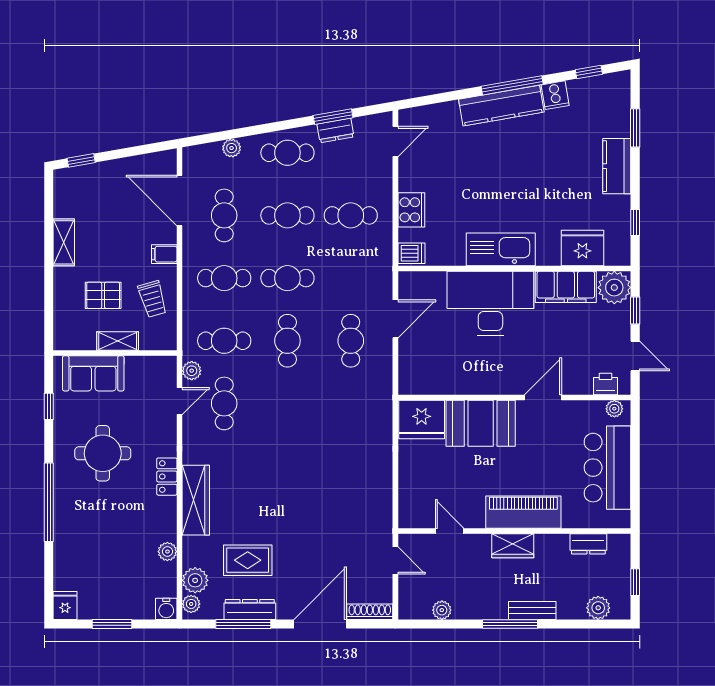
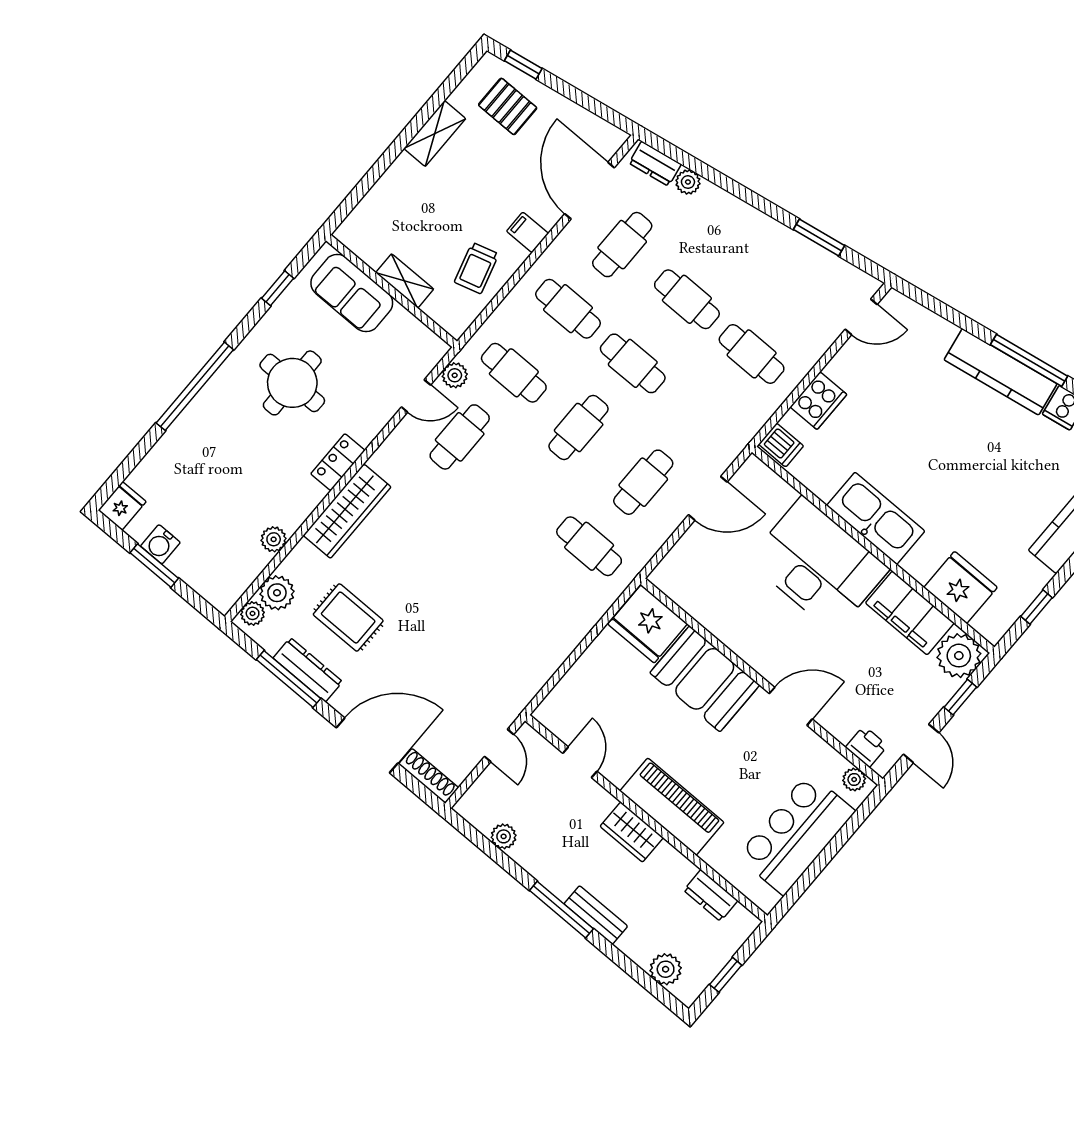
dresser: (335, 130) -> (655, 164), moved
cafe table: (287, 153) -> (589, 546), moved
pallet: (103, 295) -> (508, 106), moved
water cooler: (166, 609) -> (160, 544), moved

